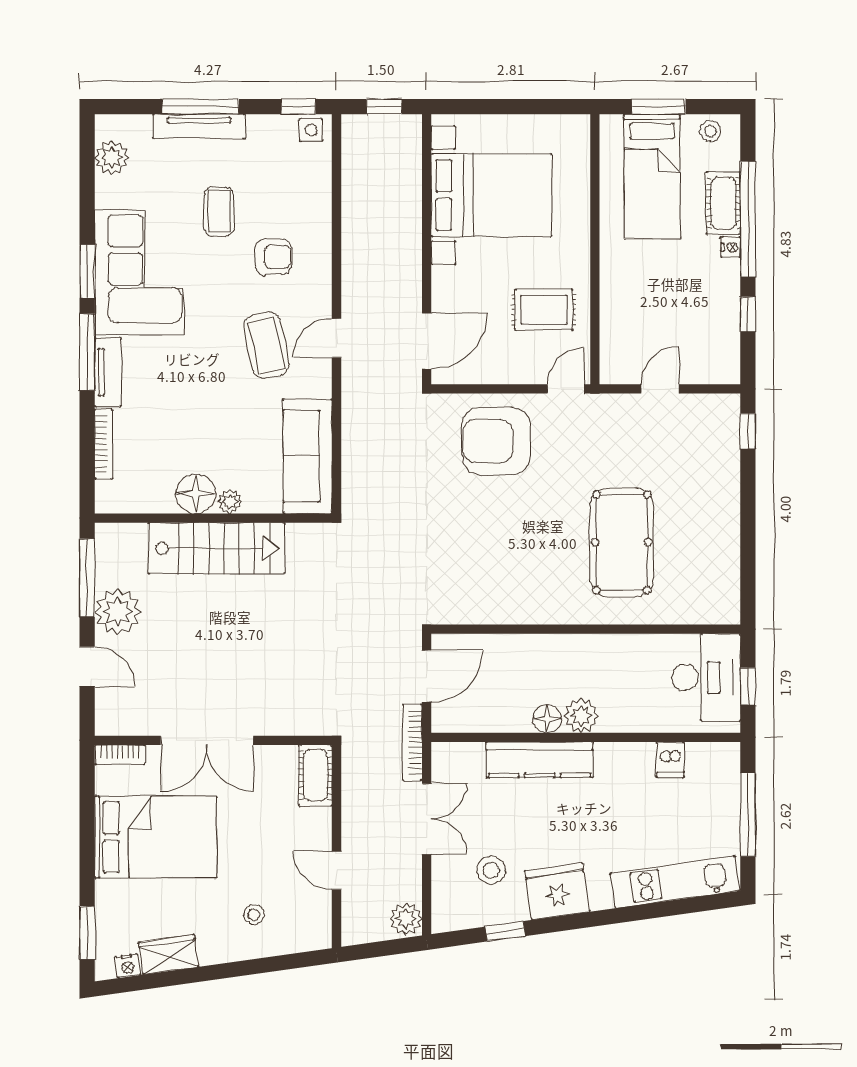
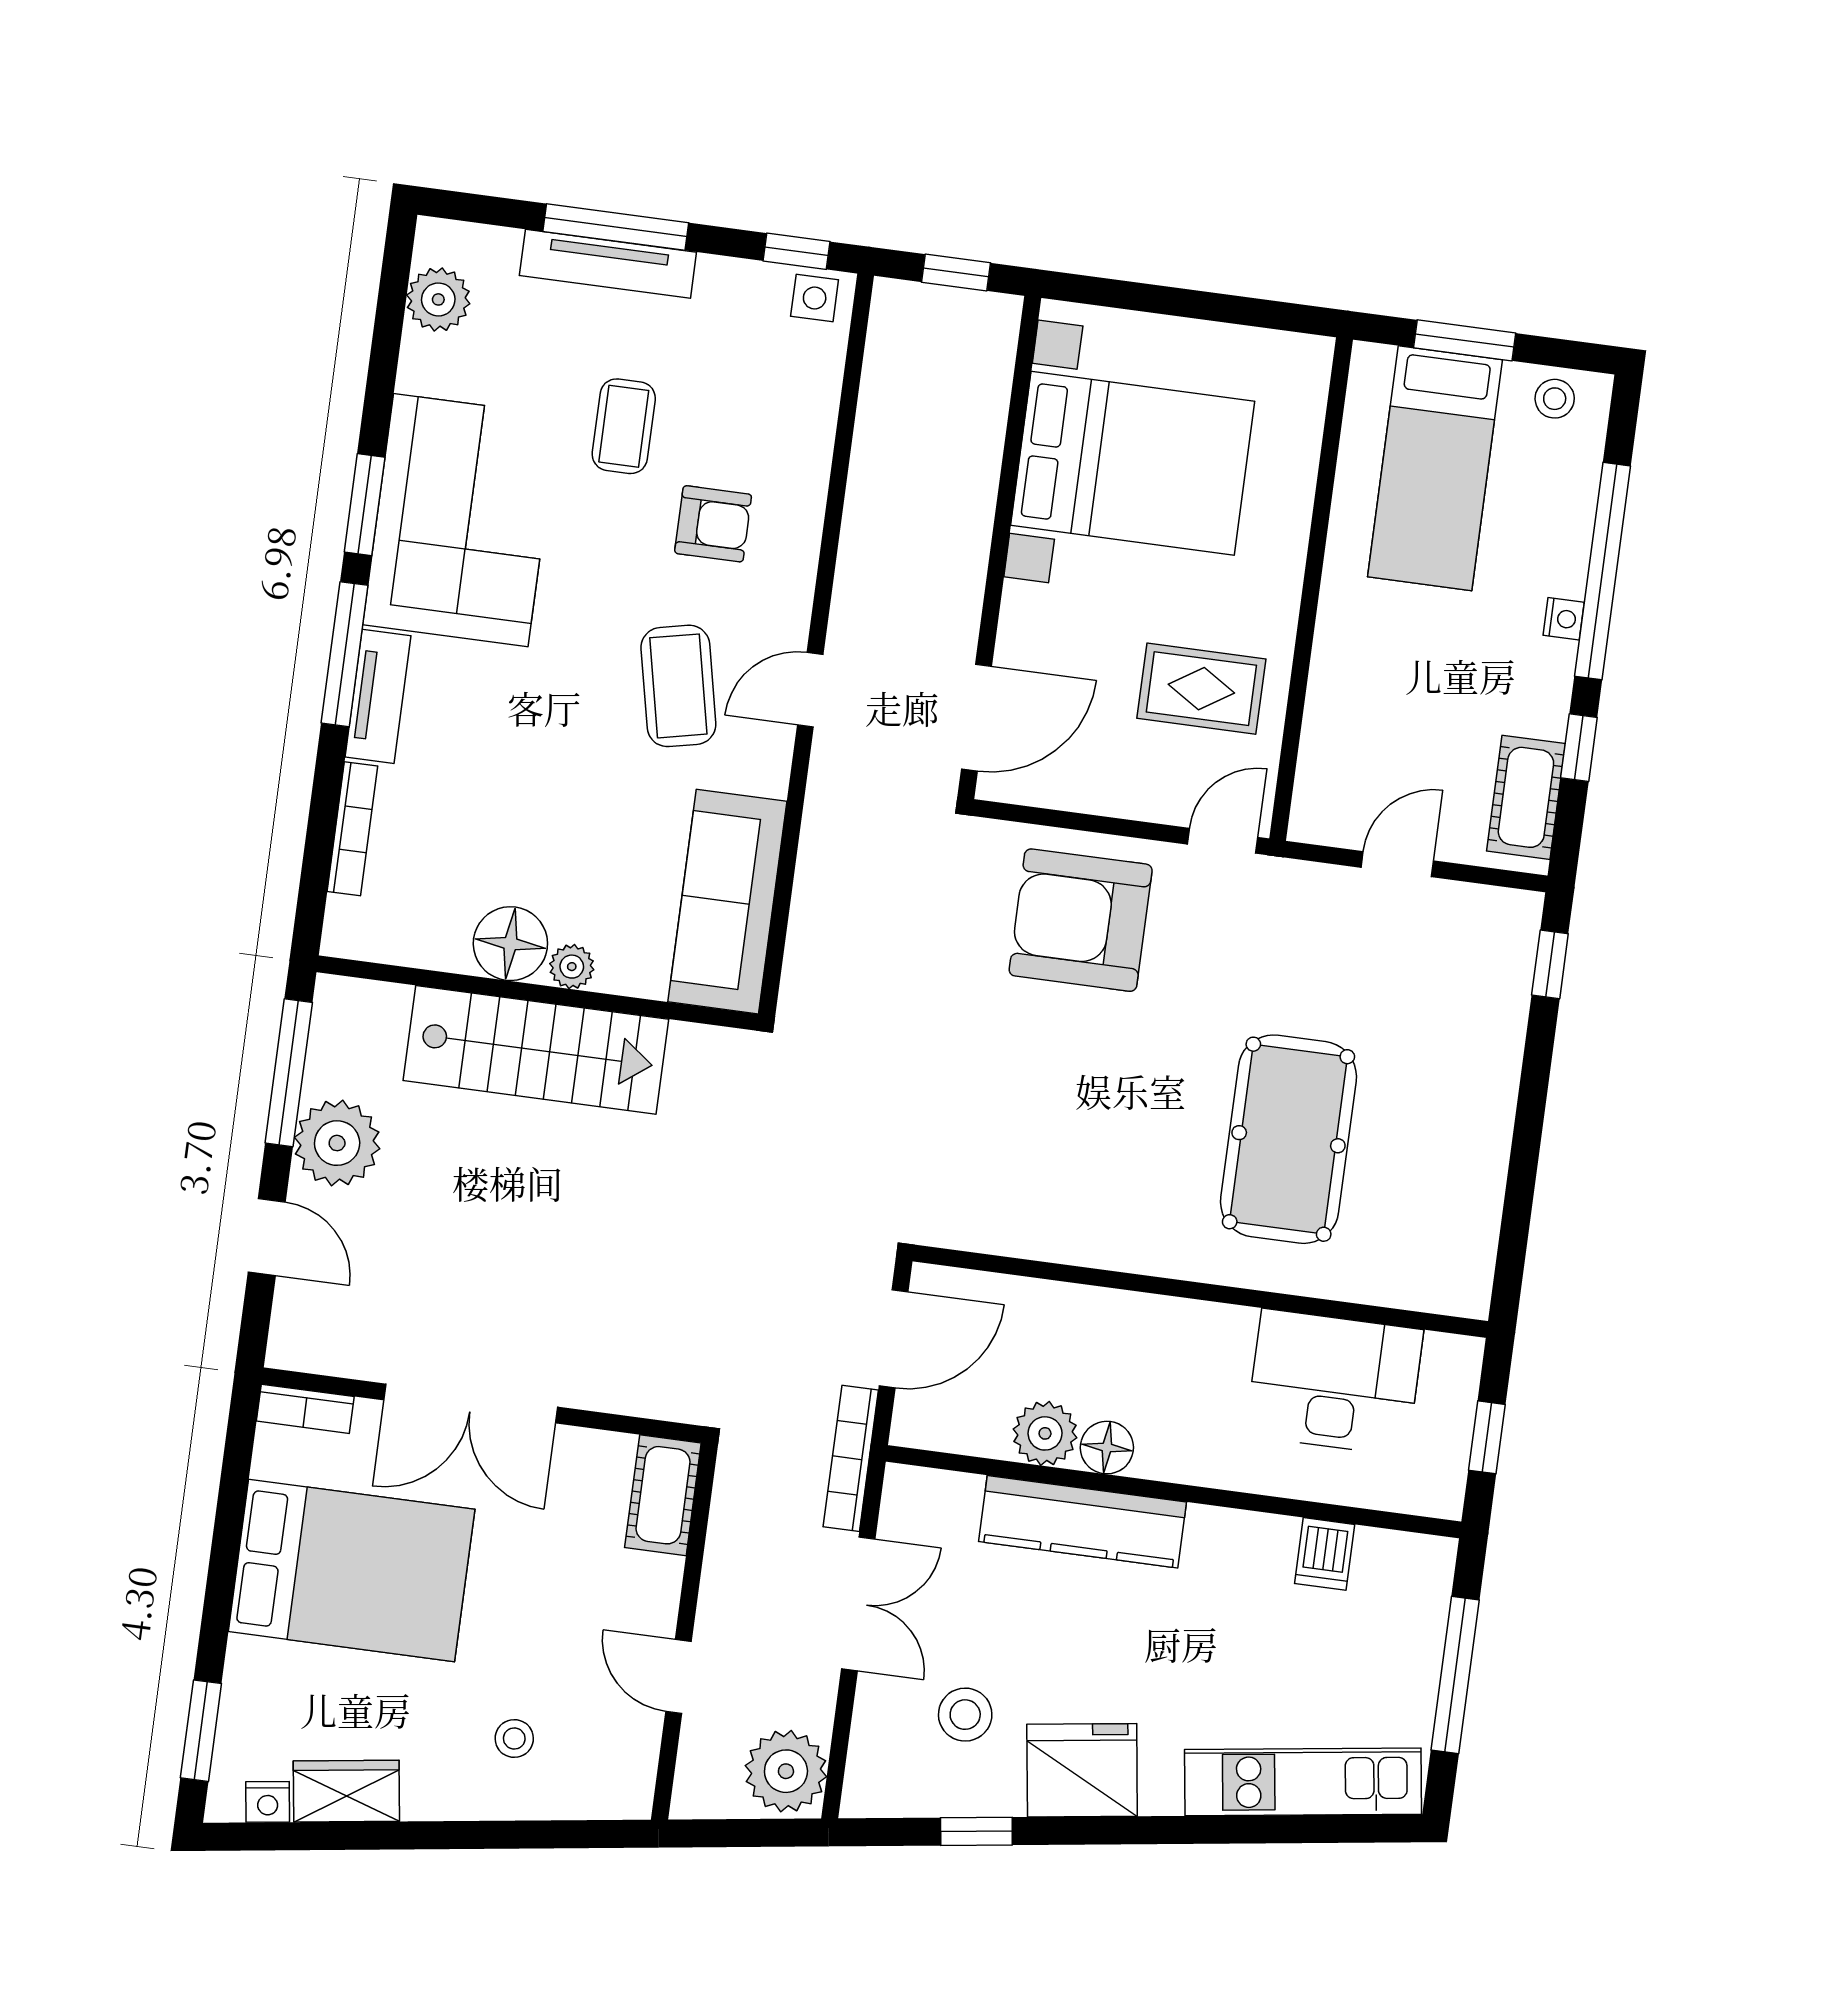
cot: (723, 203) -> (1526, 797), moved
desk: (706, 677) -> (1334, 1382), moved, turned -90
plant: (581, 716) -> (1045, 1433), moved
plant: (406, 919) -> (786, 1771), width x1.36, depth x1.36

